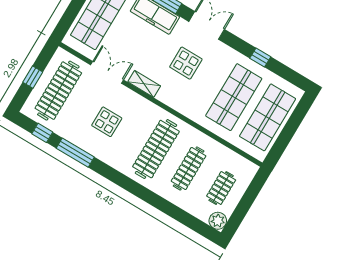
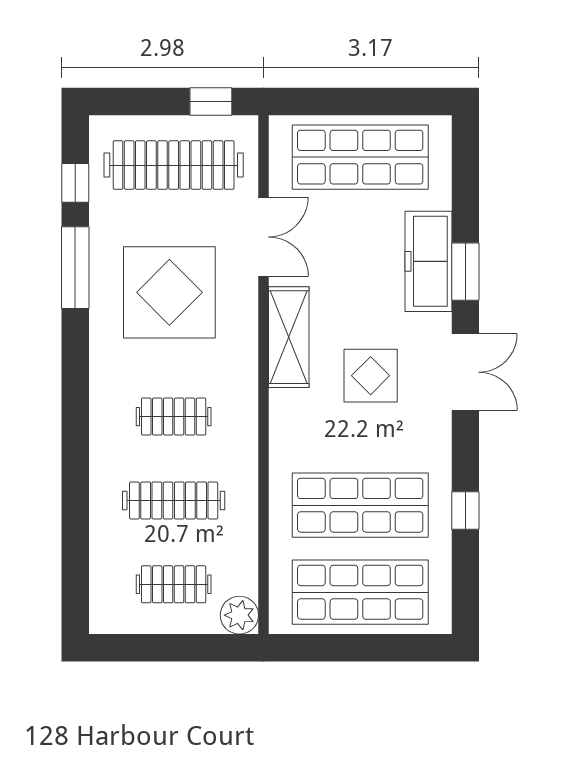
window: (33, 77) -> (211, 102), moved
shelving: (144, 84) -> (289, 337), width x1.50, depth x1.33
display table: (107, 122) -> (169, 292), width x1.86, depth x1.86
clothes rail: (156, 149) -> (174, 417), width x0.54, depth x0.76
plant: (218, 221) -> (239, 615), moved

